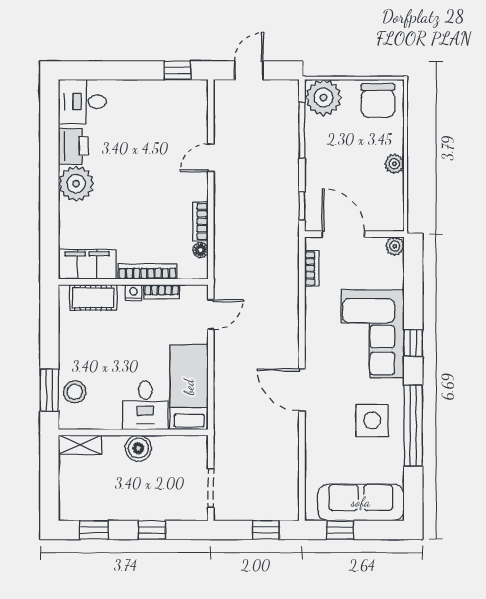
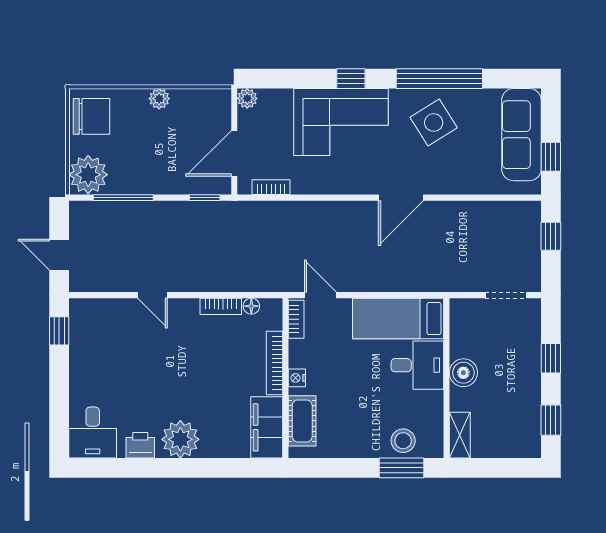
printer: (73, 146) -> (140, 445), width x0.73, depth x0.81
bookcase: (162, 292) -> (296, 319), moved
side table: (372, 420) -> (434, 123), turned -32

